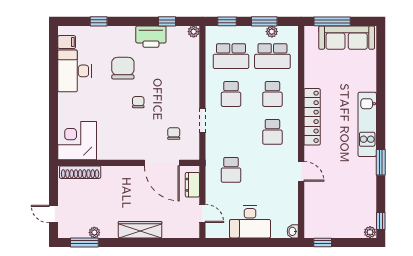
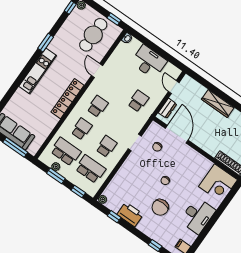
desk: (74, 71) -> (198, 216), moved
cafe table: (333, 208) -> (93, 35), added

